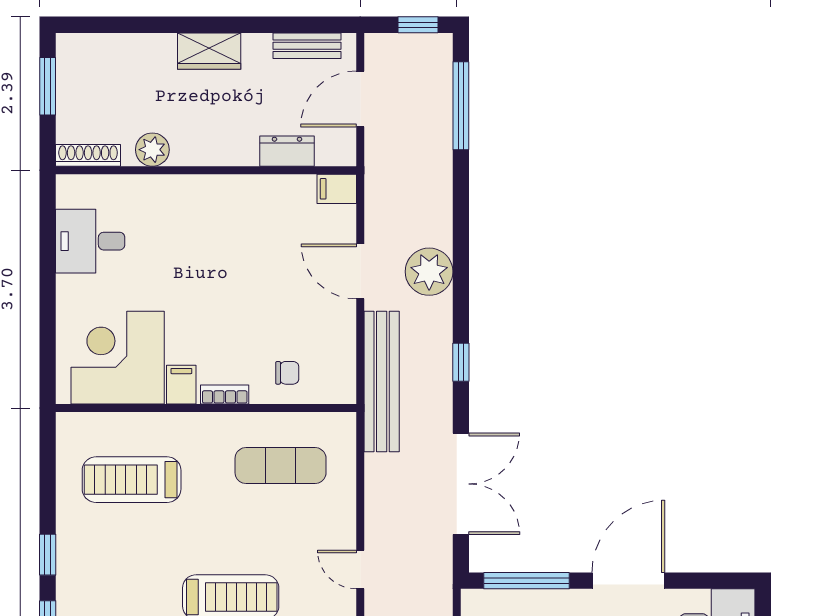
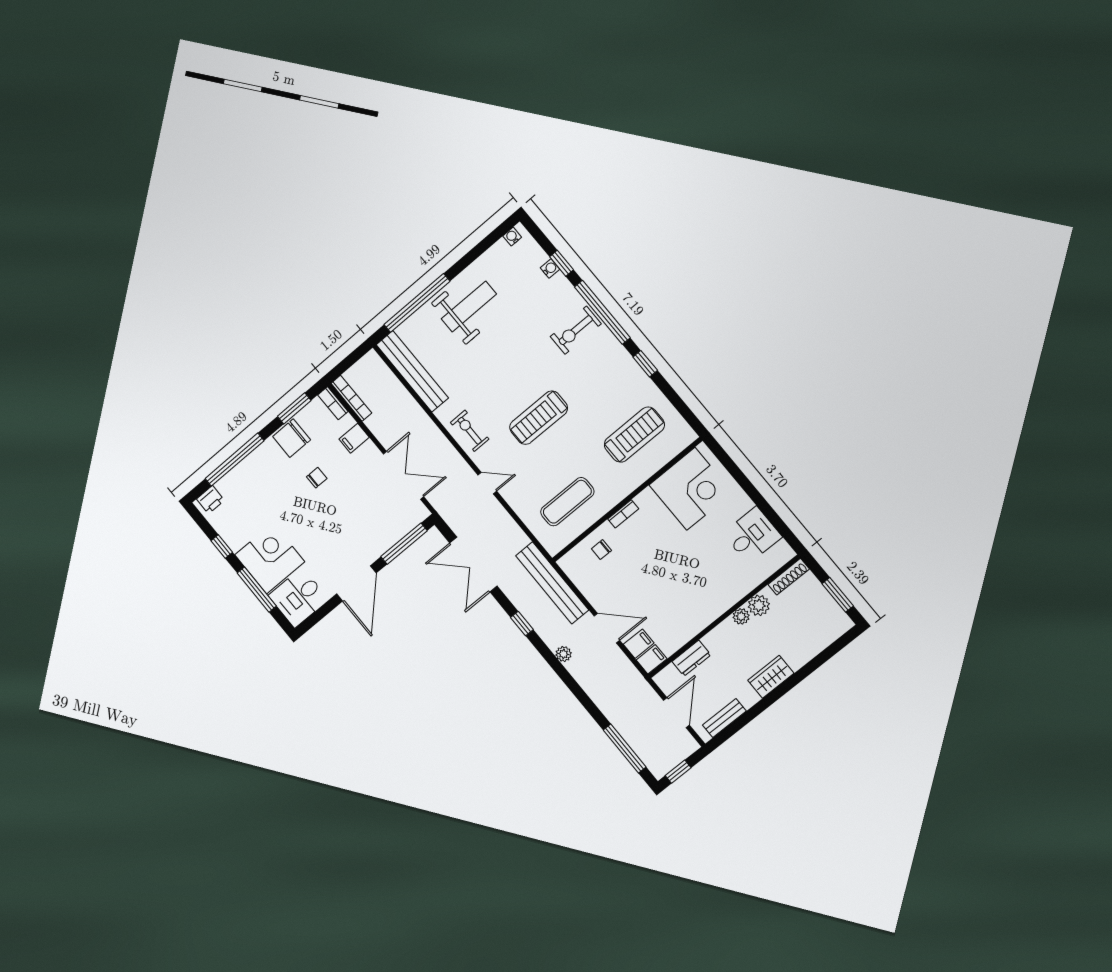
plant: (185, 154) -> (741, 616), added
plant: (429, 272) -> (564, 654), width x0.53, depth x0.53
filing cabinet: (181, 385) -> (639, 644), moved, turned -90

